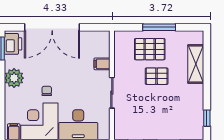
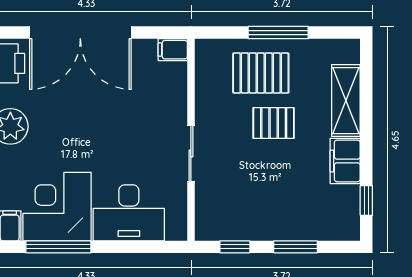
filing cabinet: (102, 64) -> (173, 50), moved
chair: (47, 91) -> (71, 150), removed
filing cabinet: (195, 97) -> (345, 161), added

